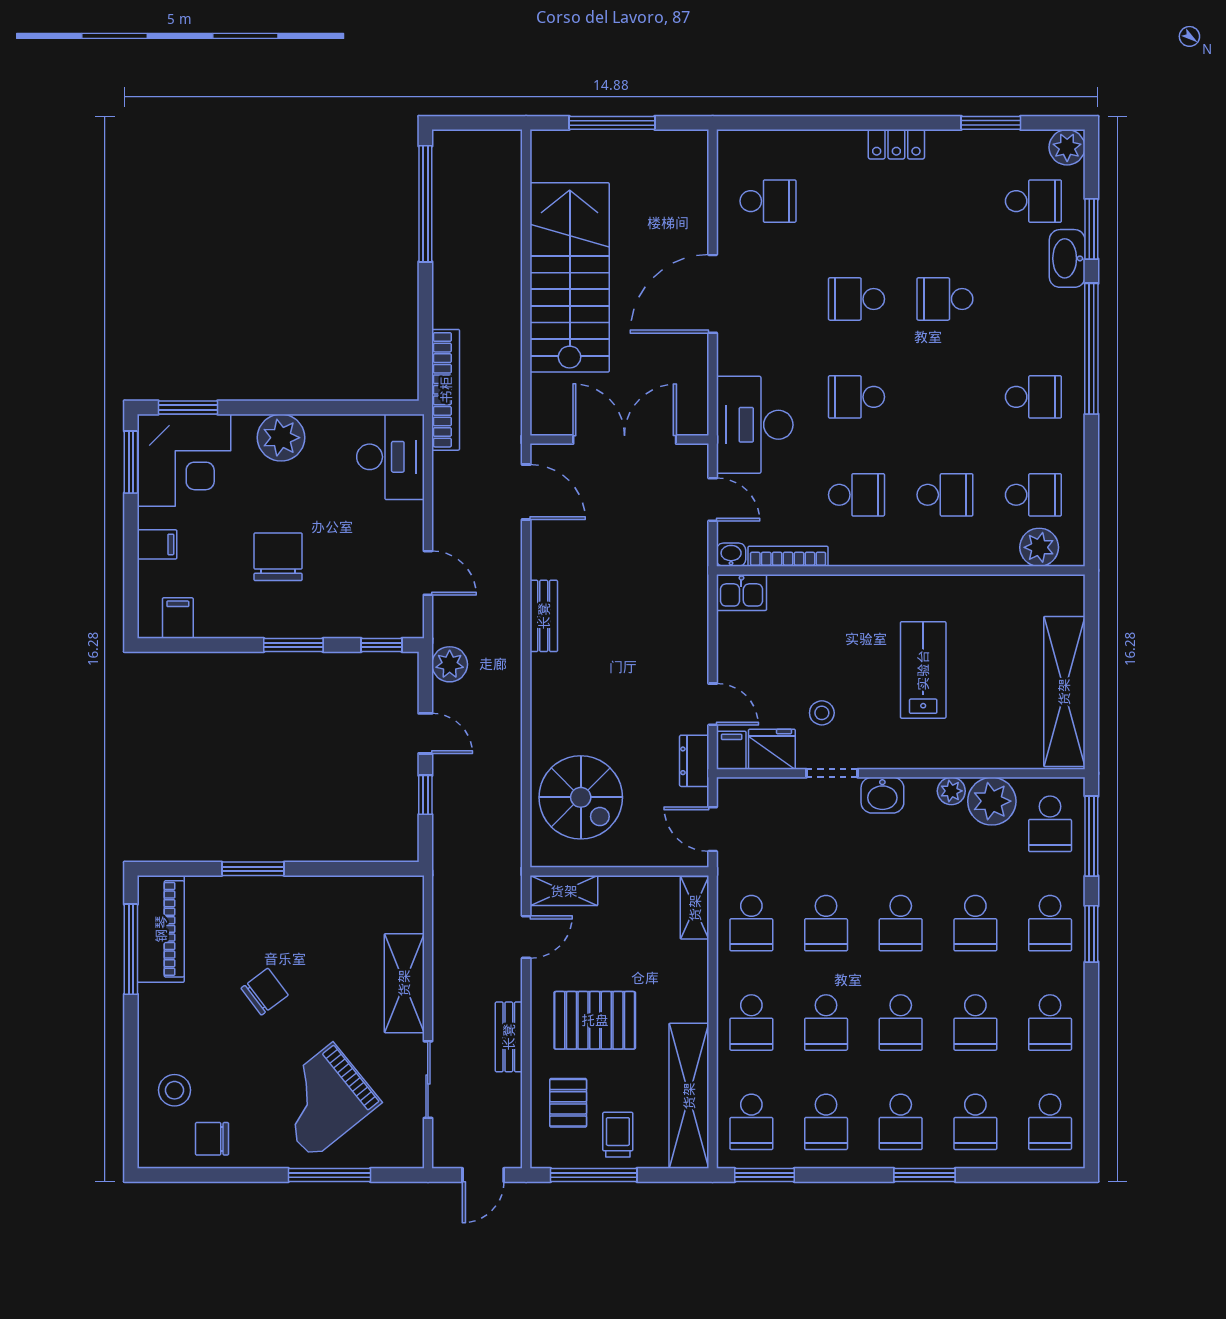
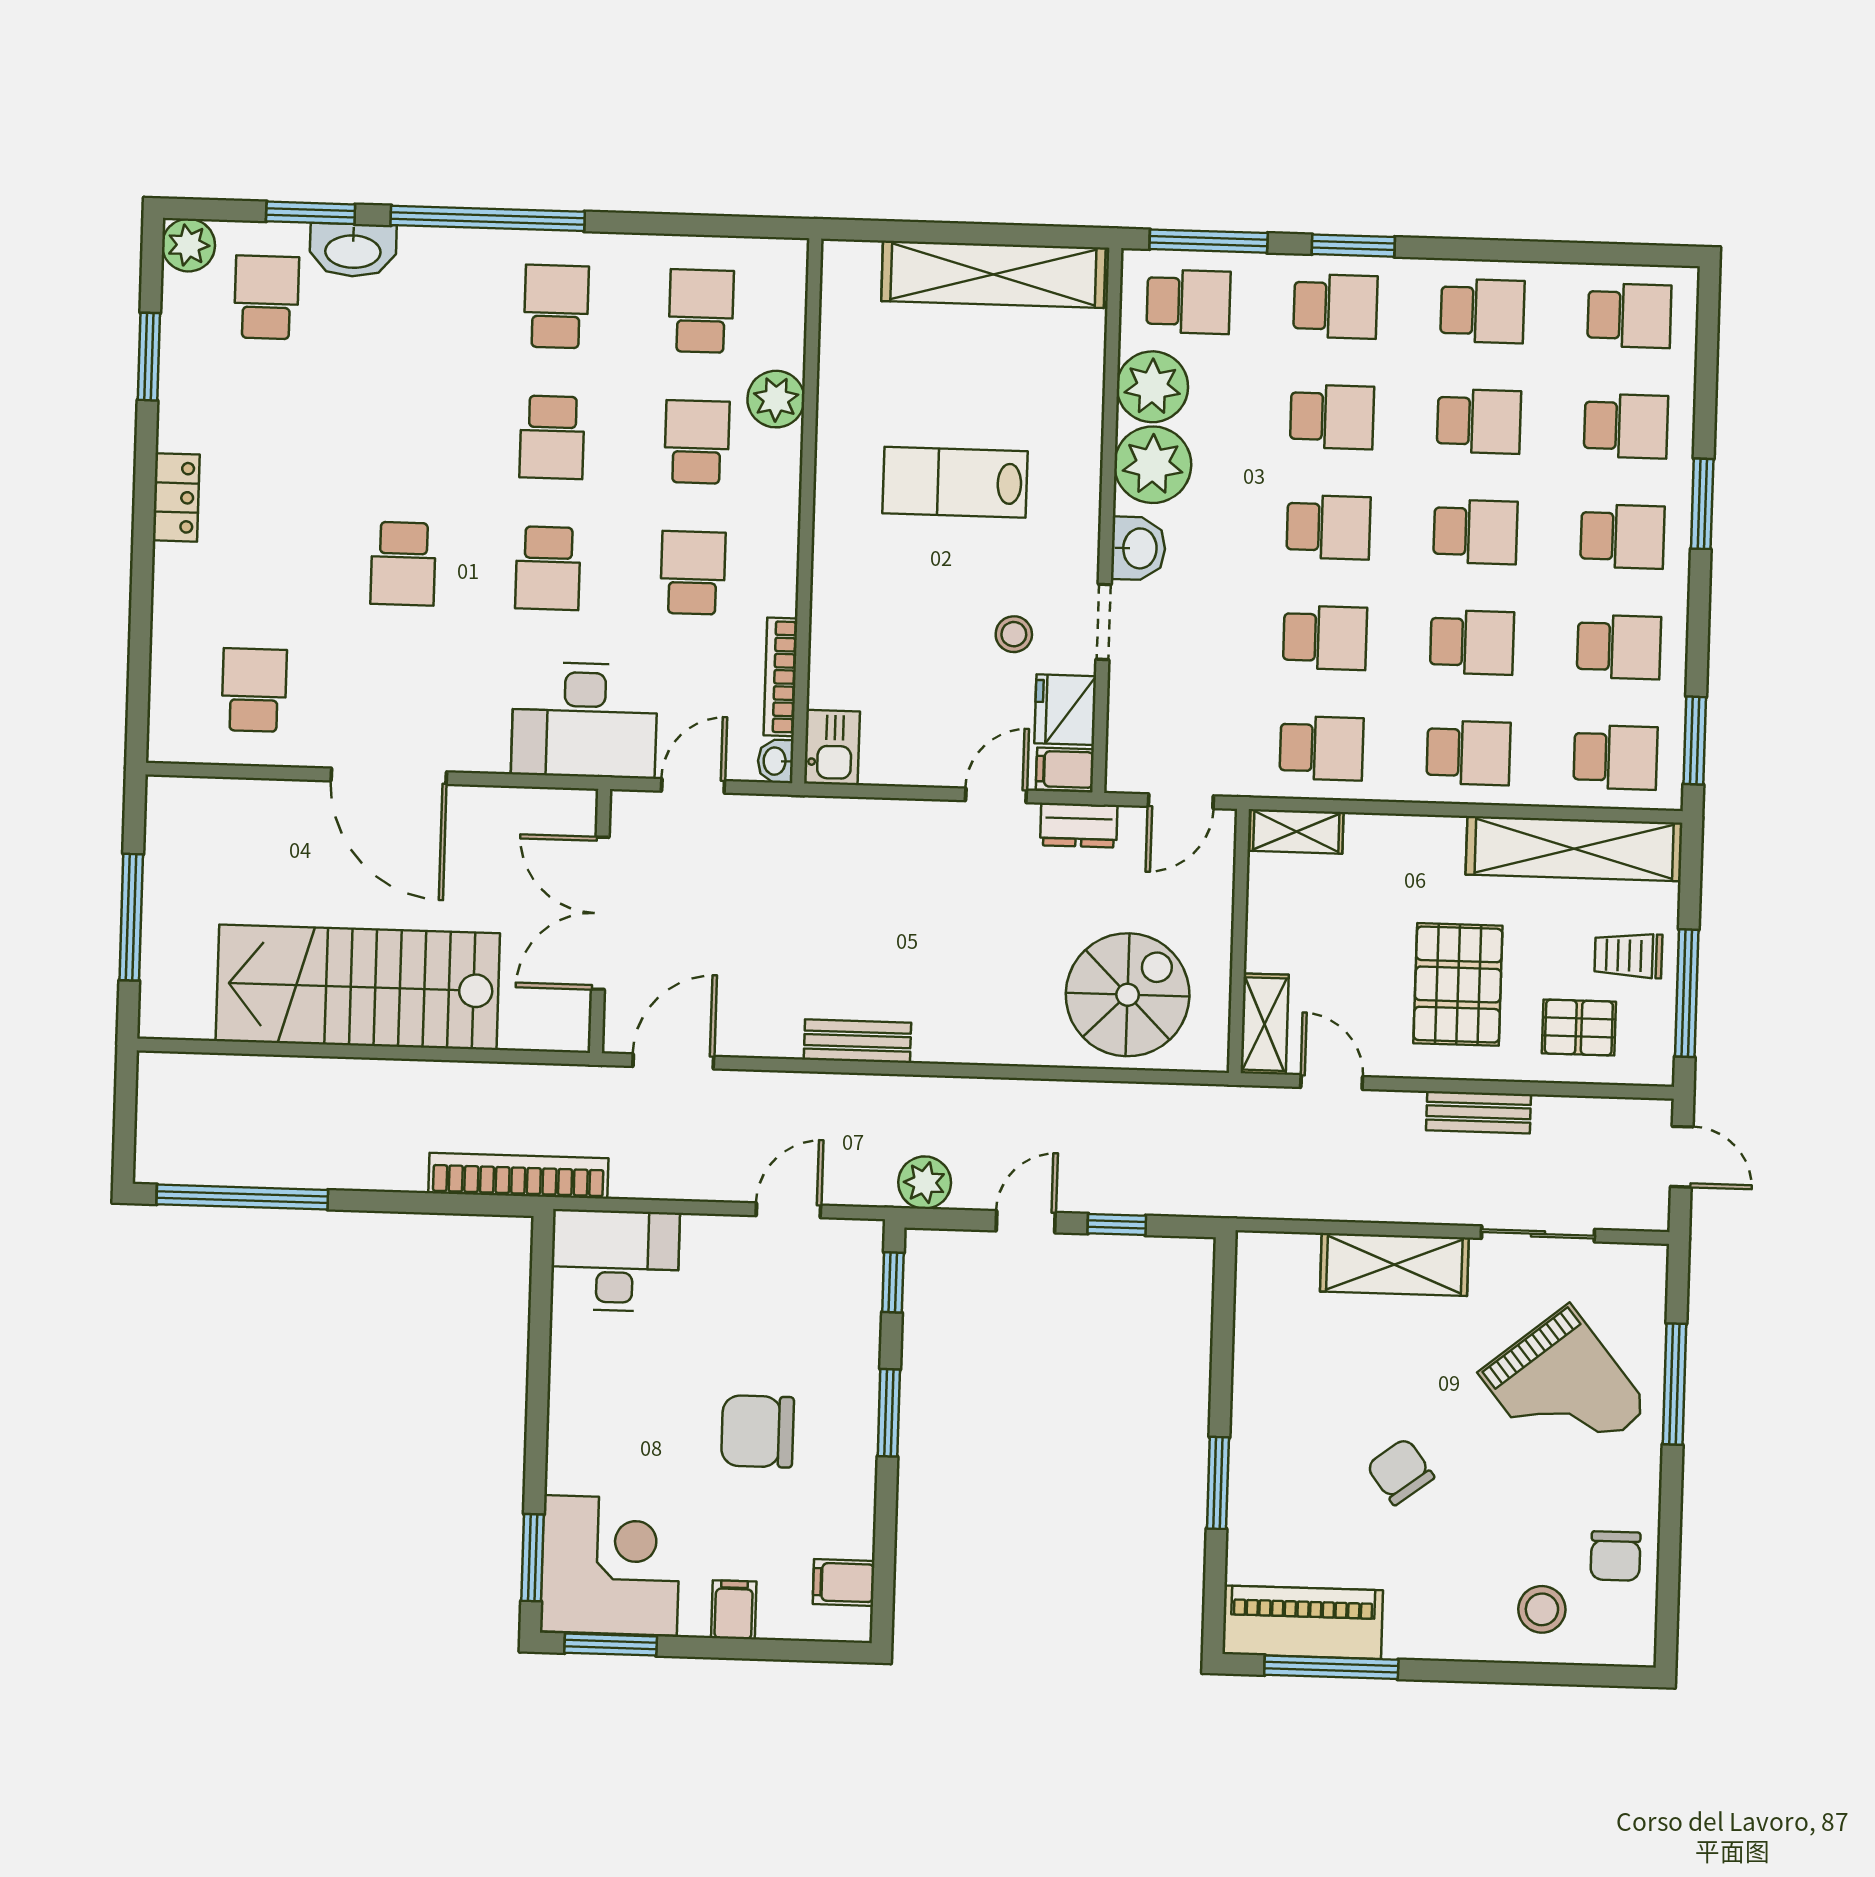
school desk: (945, 299) -> (552, 437), moved
plant: (281, 438) -> (581, 1421), removed
plant: (1039, 547) -> (776, 399), moved
plant: (951, 791) -> (1153, 465), width x1.88, depth x1.88

